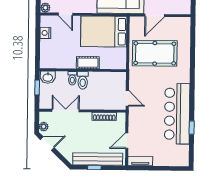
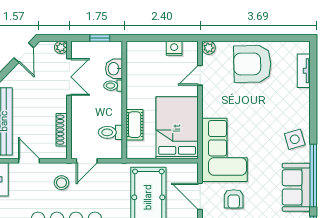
cot: (88, 63) -> (135, 125), moved
washbasin: (48, 77) -> (114, 69), moved
toilet: (83, 80) -> (110, 132), moved
stool: (143, 117) -> (61, 183), added
plant: (44, 127) -> (61, 47), moved

